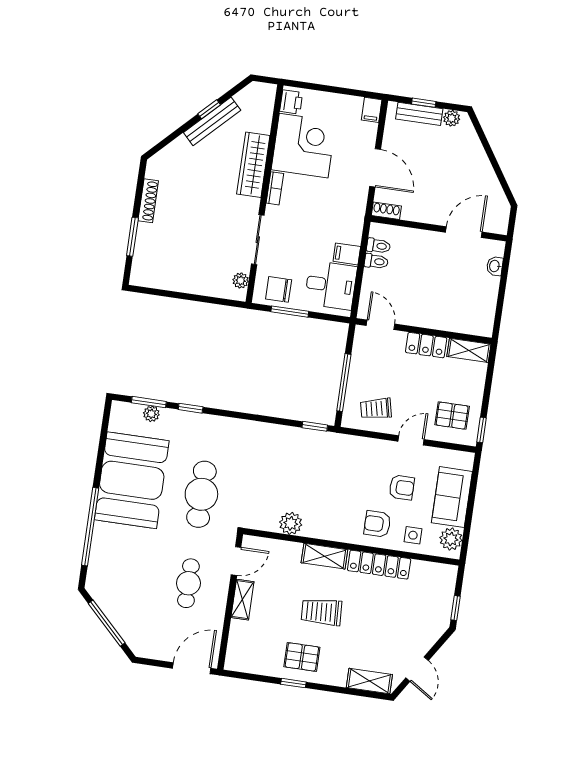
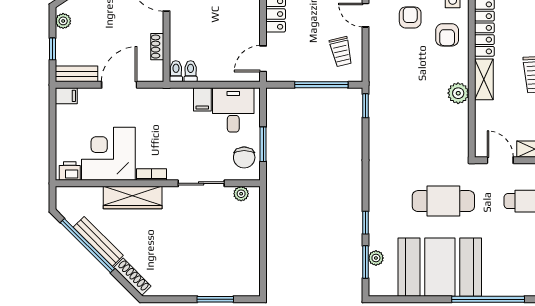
window: (209, 109) -> (87, 246), width x3.17
bench: (419, 114) -> (76, 74), moved, turned 90
shoe rack: (148, 201) -> (132, 277), moved, turned 45
shoe rack: (386, 211) -> (157, 47), moved
toilet: (376, 261) -> (176, 71), moved
plant: (291, 523) -> (458, 93), moved

